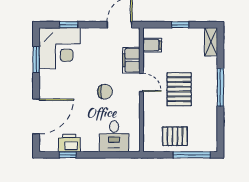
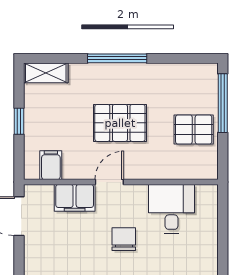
desk: (114, 136) -> (172, 209), moved, turned -90
pallet: (175, 136) -> (194, 129), turned 90

